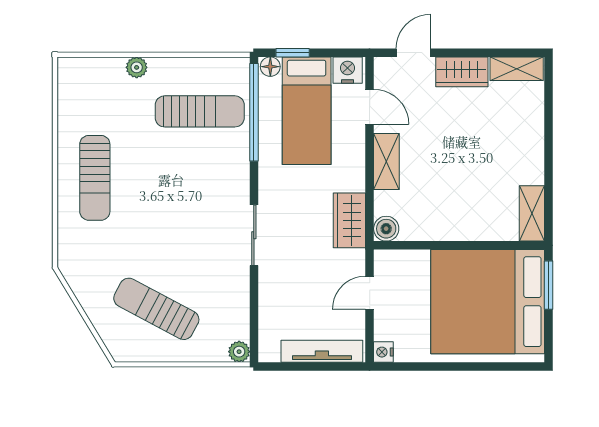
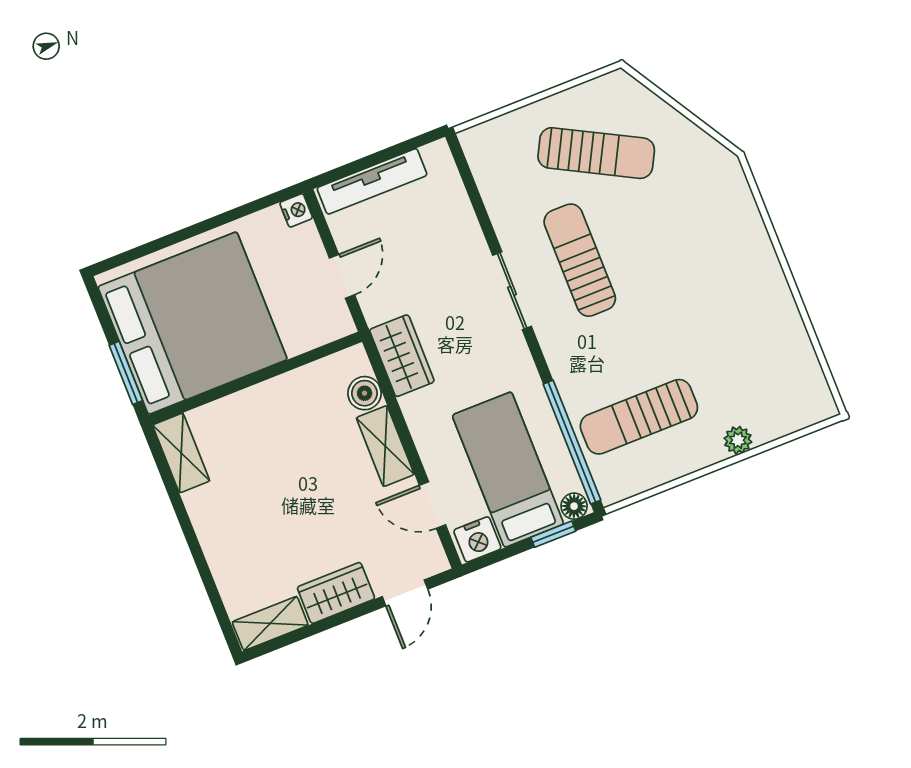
sun lounger: (95, 178) -> (580, 260), moved
boiler: (386, 229) -> (365, 393), moved
plant: (239, 352) -> (474, 141), removed

